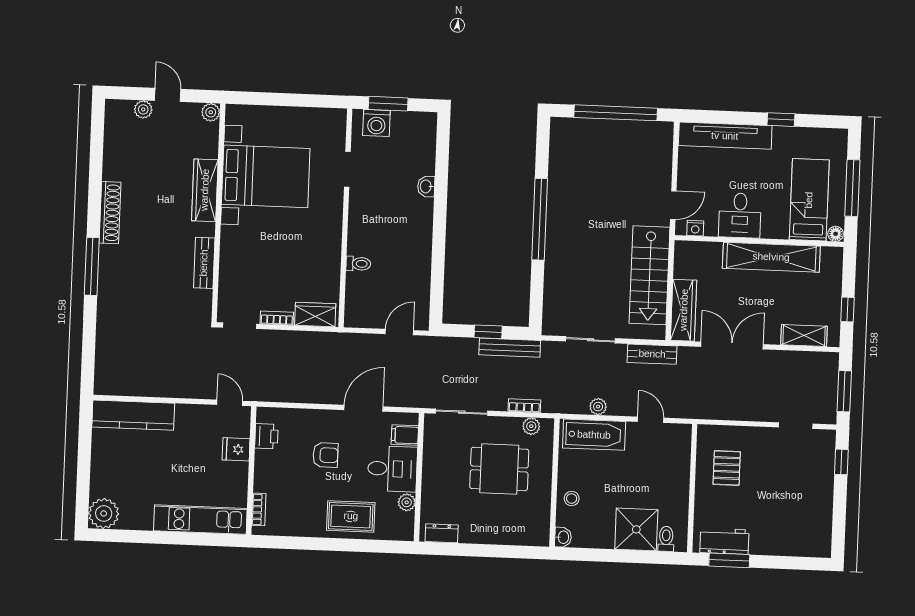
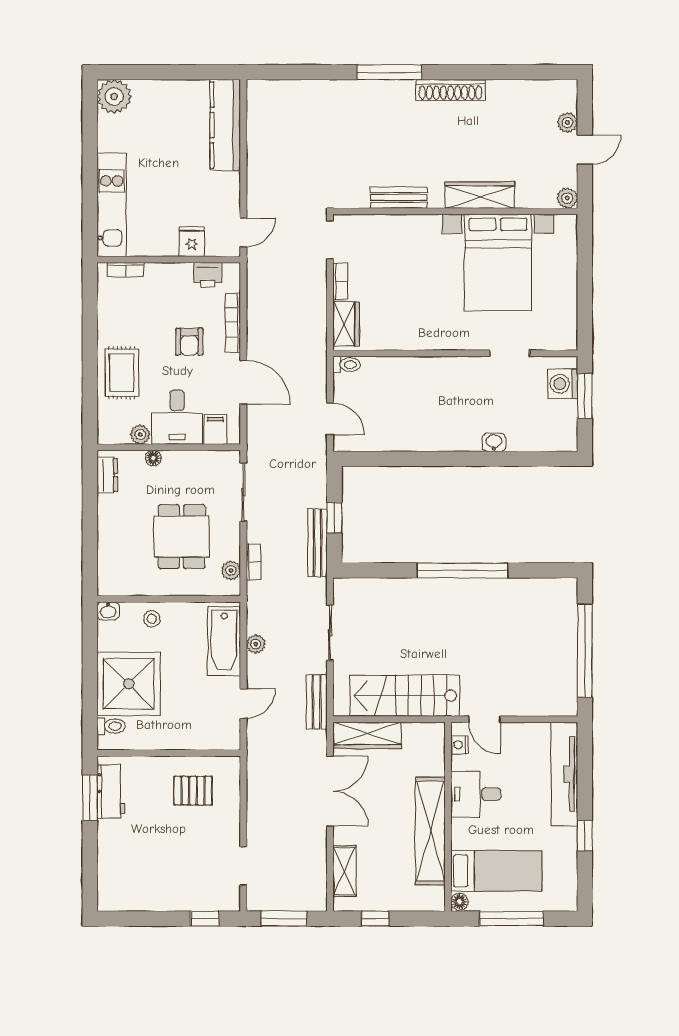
toilet: (358, 264) -> (347, 365), moved, turned -90
bookcase: (310, 415) -> (233, 323), added
floor lamp: (428, 492) -> (153, 458), added
shower: (636, 529) -> (129, 684), width x1.37, depth x1.37

